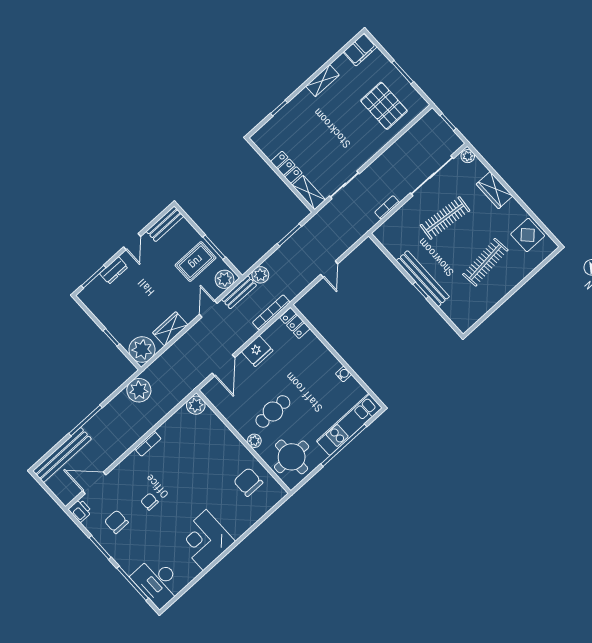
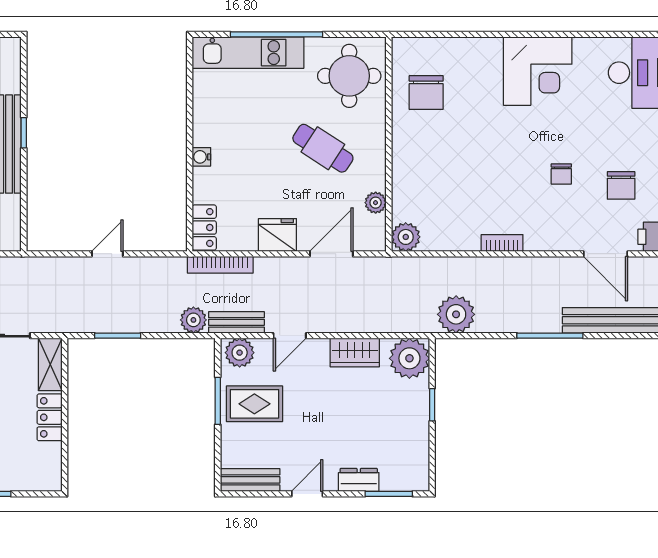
water cooler: (344, 374) -> (201, 157), moved
cafe table: (273, 411) -> (323, 148), turned 33
plant: (254, 441) -> (376, 203), moved

